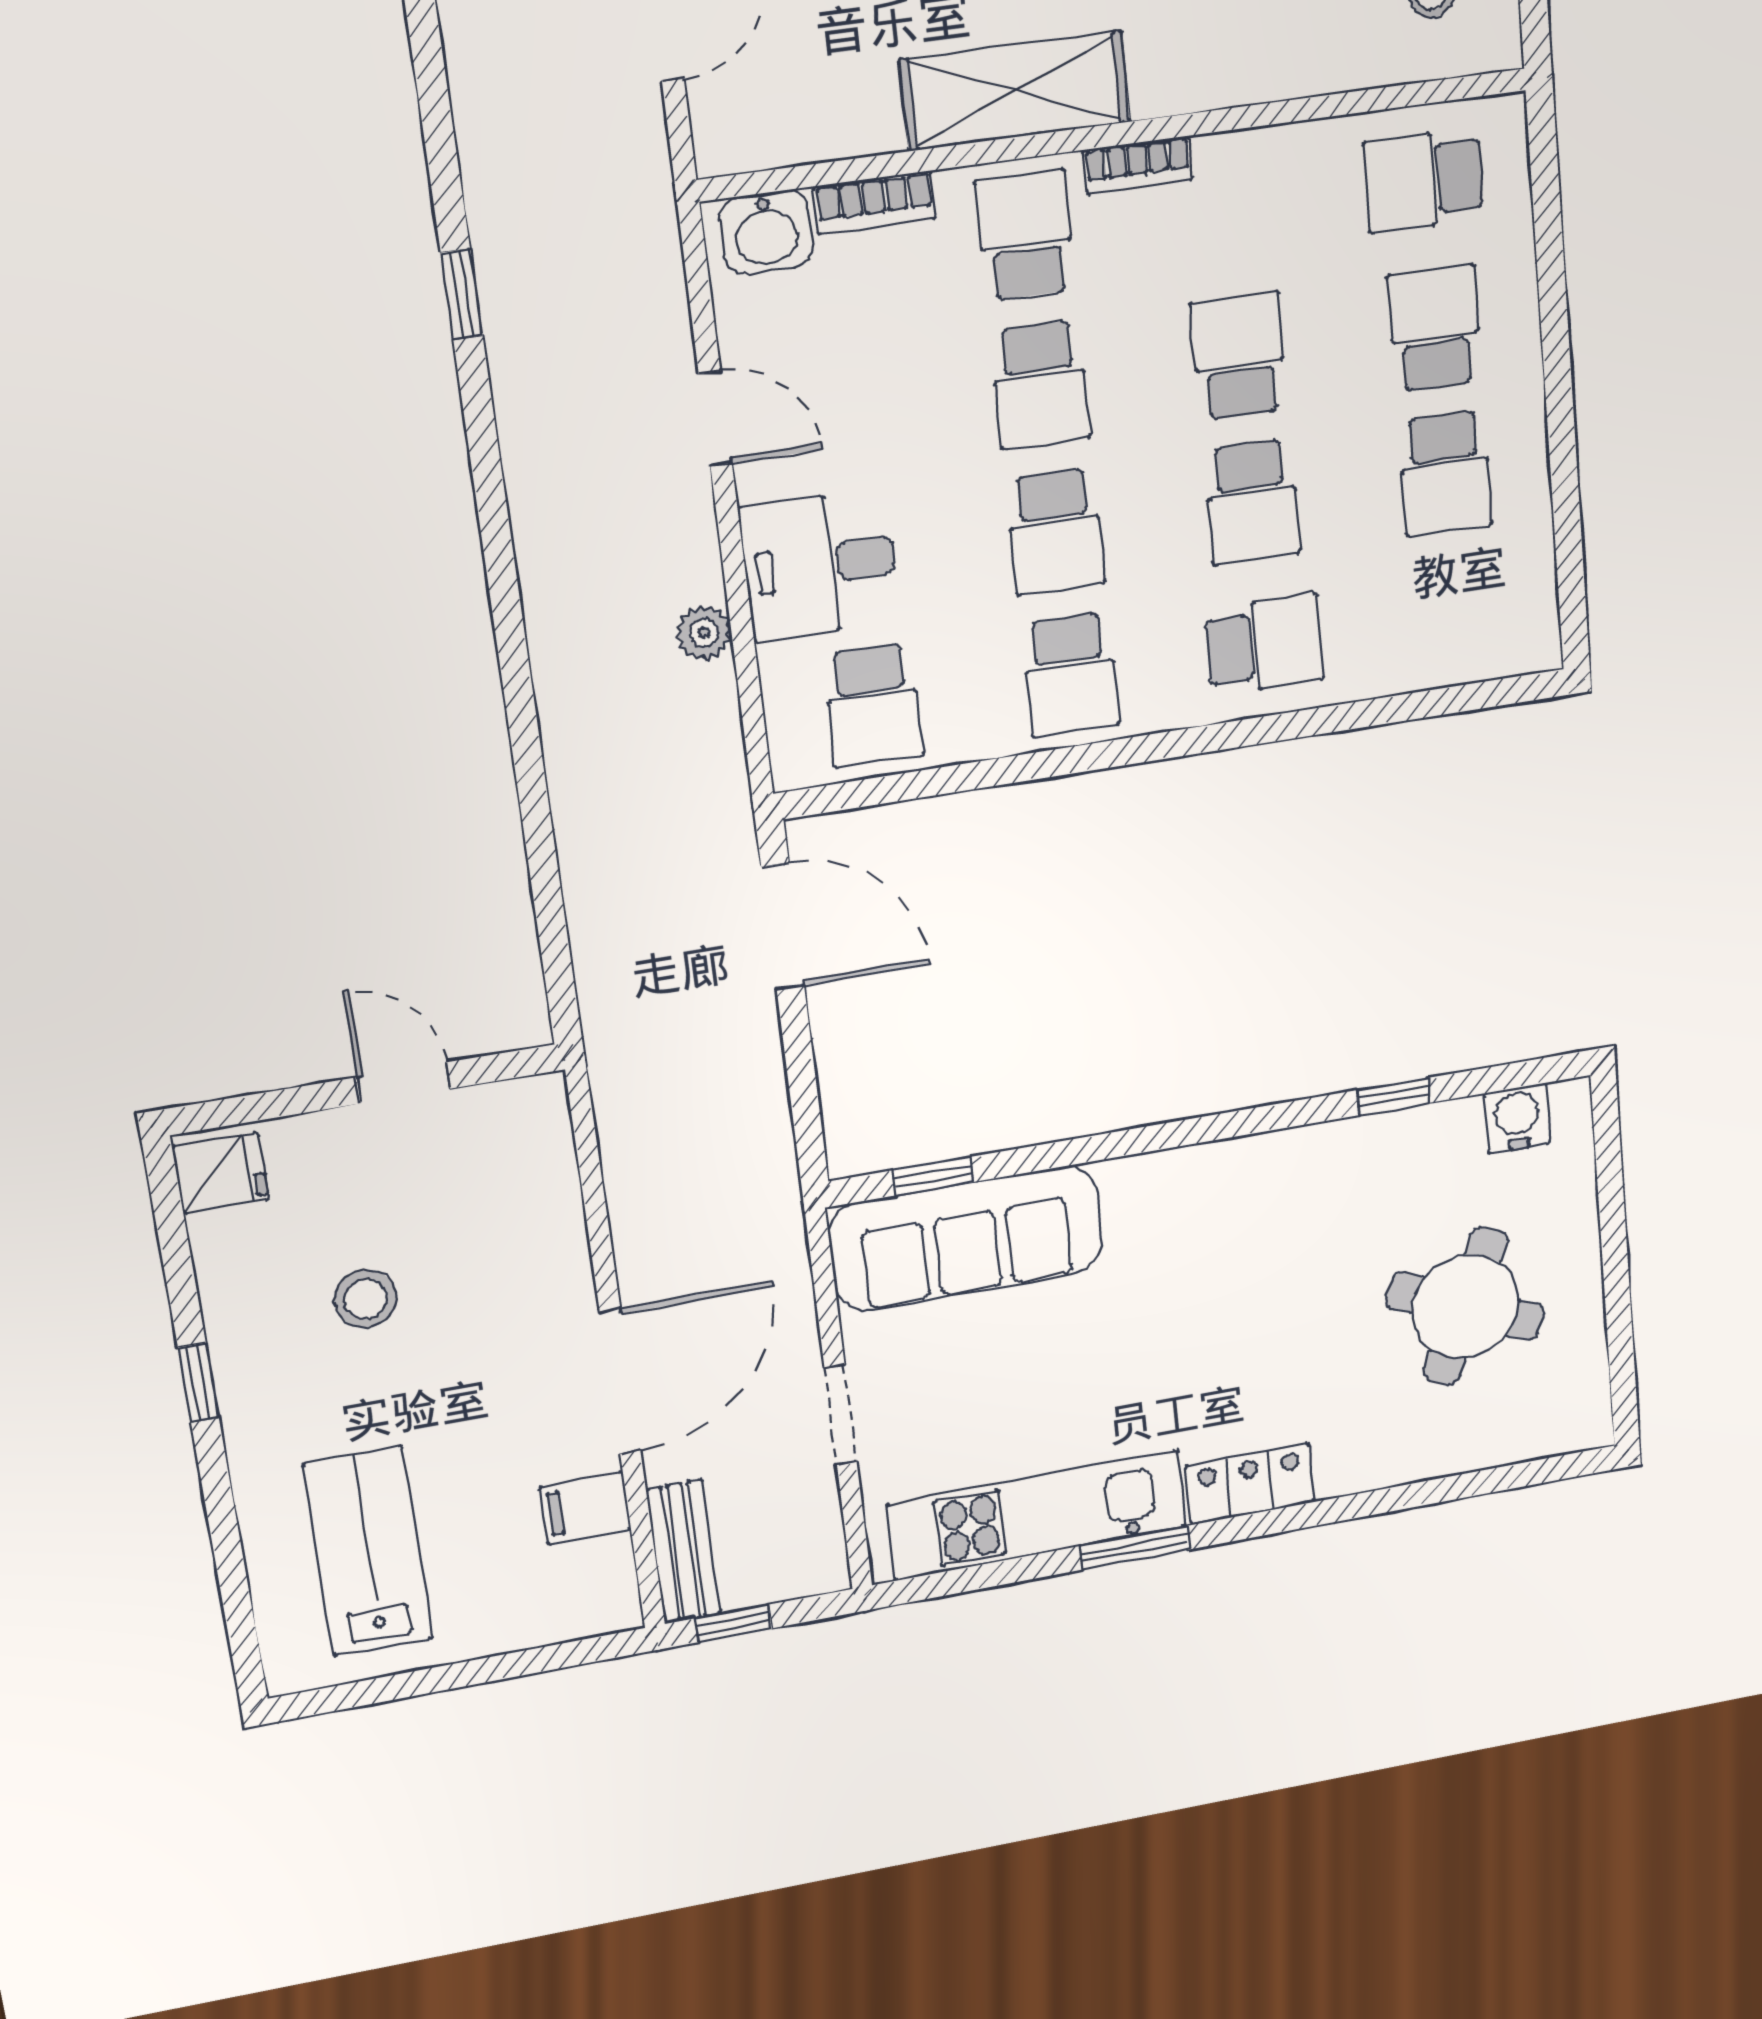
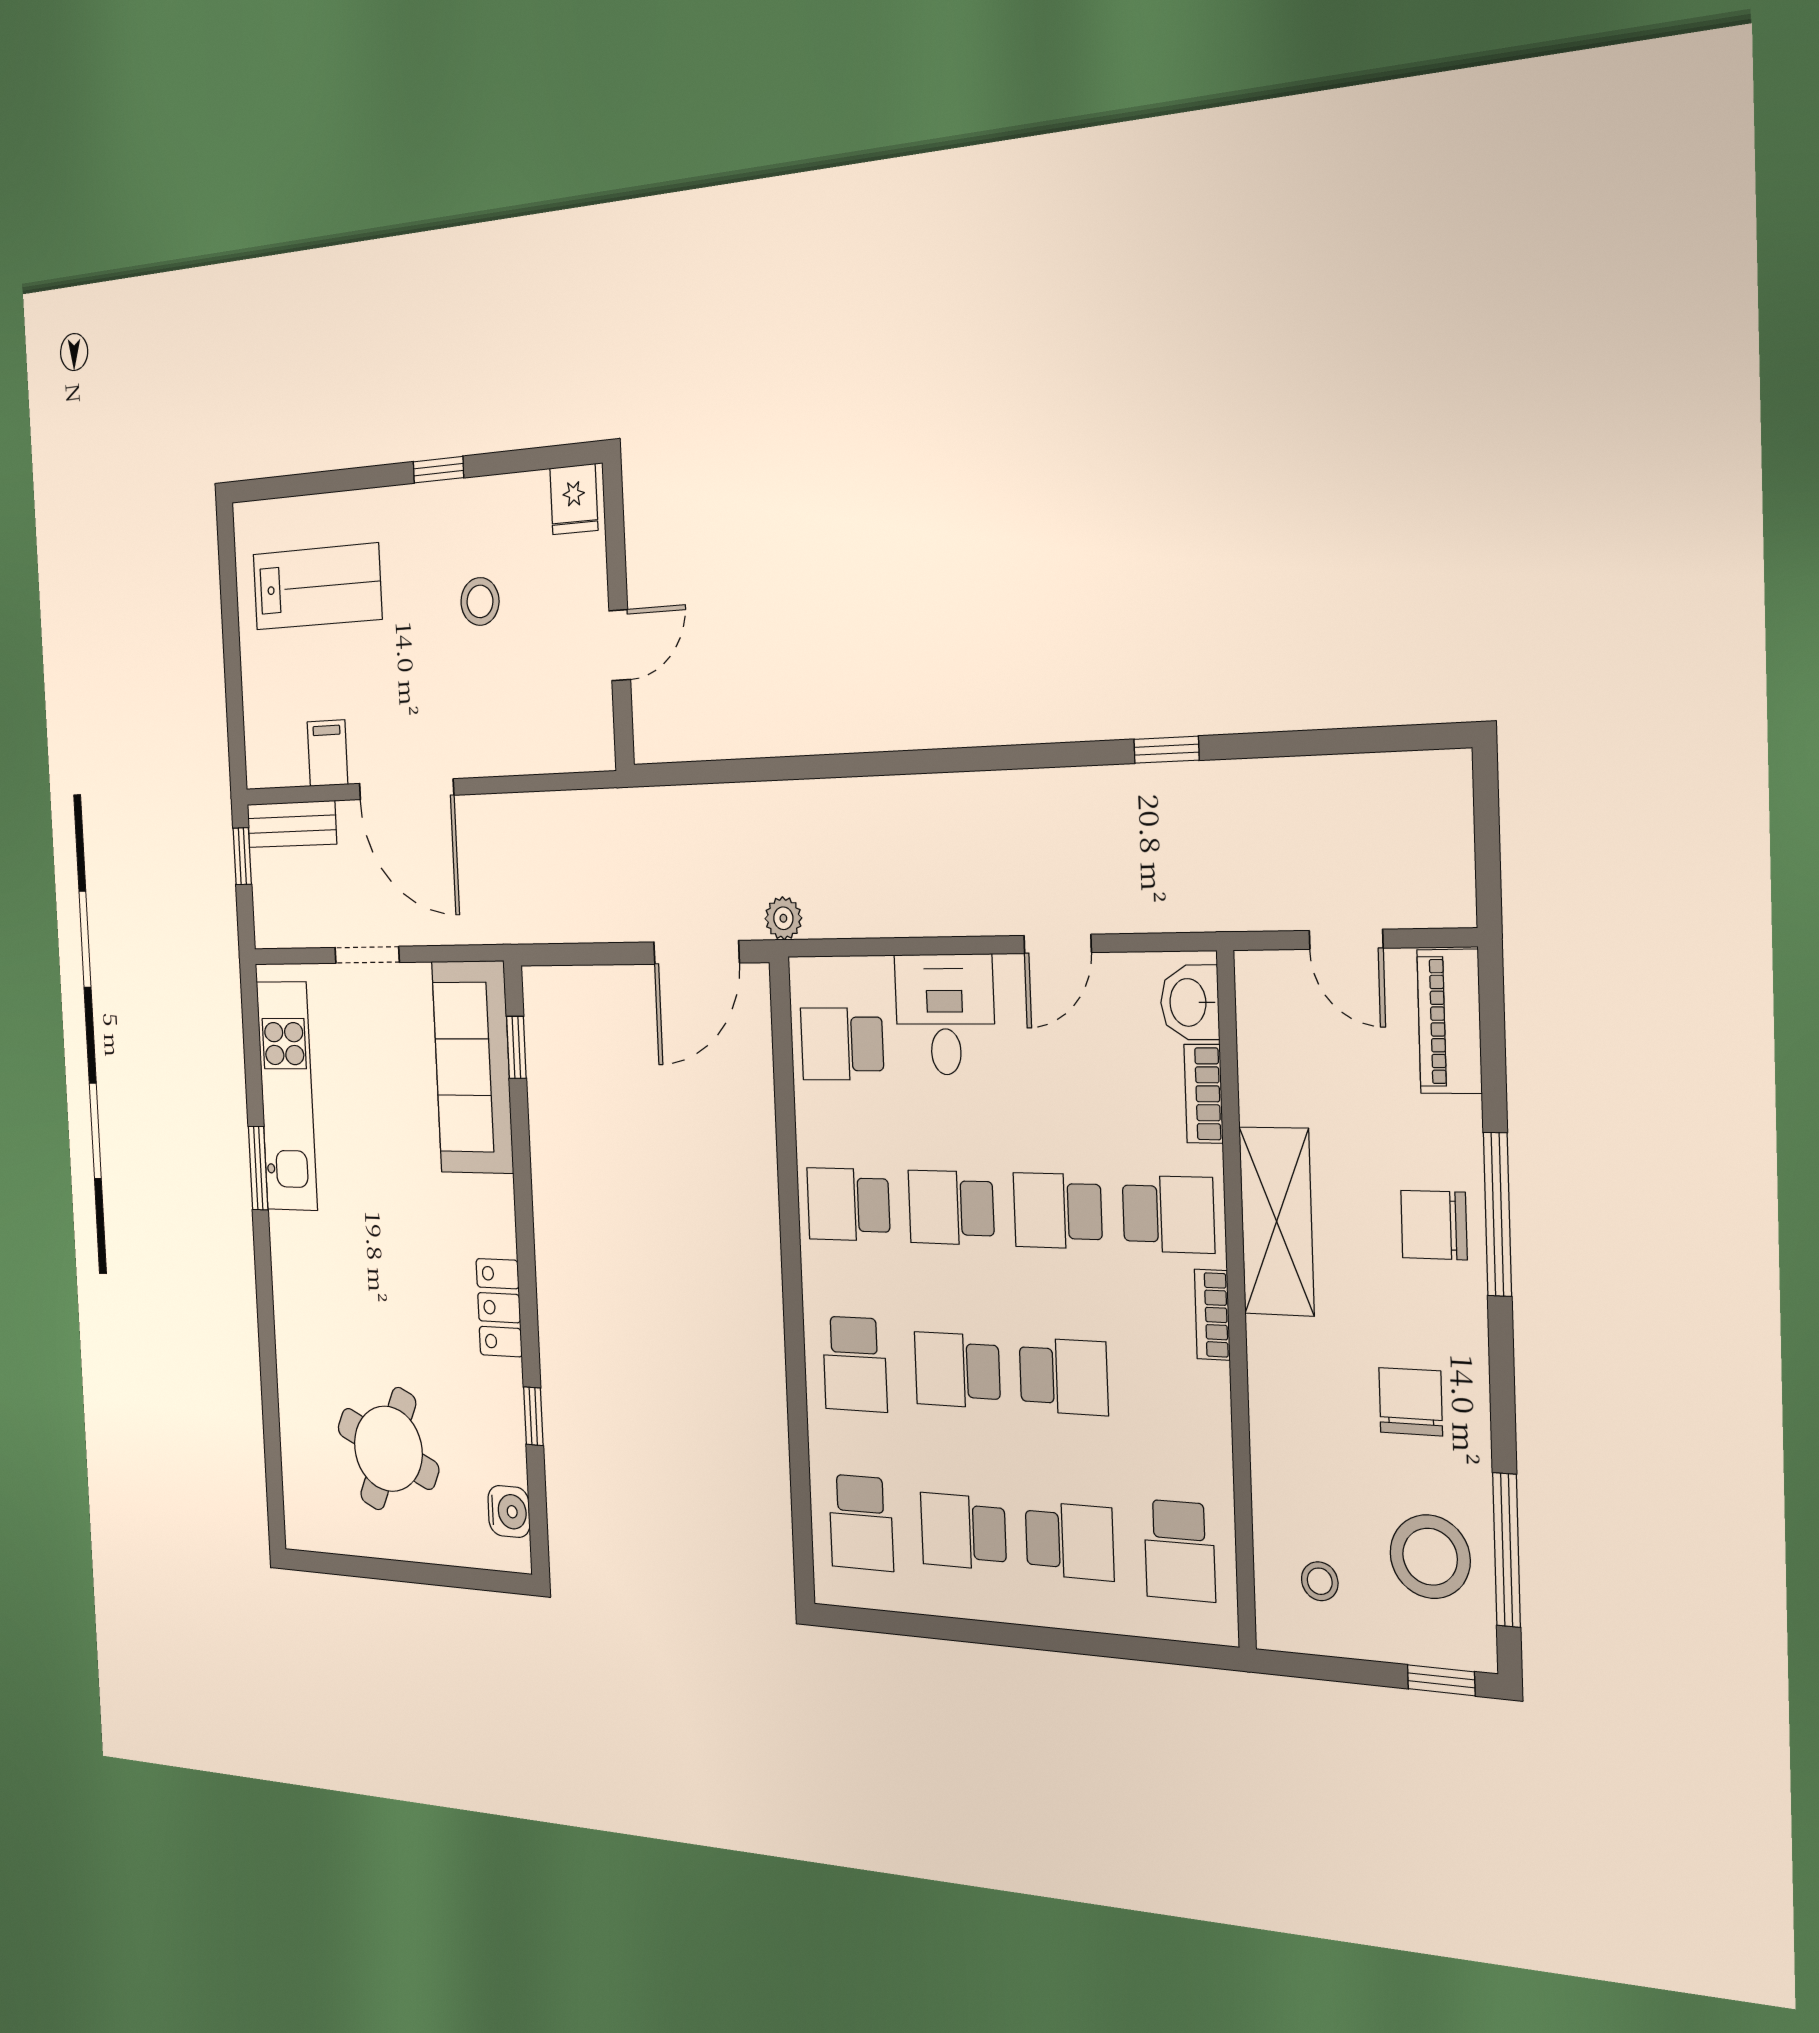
school desk: (1424, 180) -> (1180, 1551), turned 180
school desk: (1456, 615) -> (861, 1523), added
plant: (704, 633) -> (783, 918), moved
locker: (1250, 1484) -> (499, 1308), moved, turned 180

